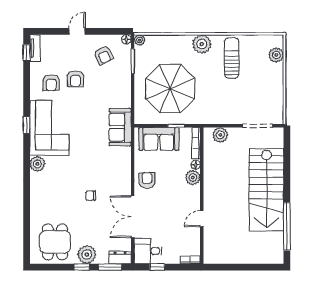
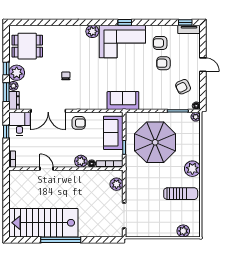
stairs: (266, 190) -> (43, 223), moved
double door: (133, 217) -> (48, 111), swing flipped
window: (287, 226) -> (61, 240), moved
plant: (103, 258) -> (13, 86), added

